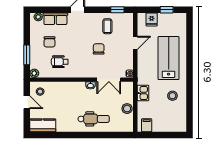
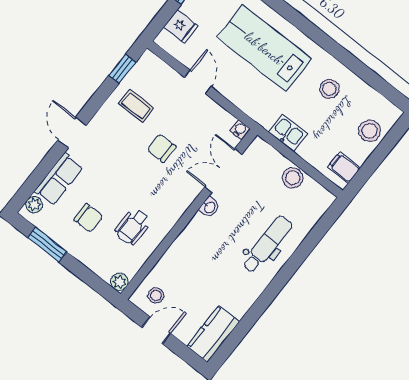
window: (27, 55) -> (47, 245), moved
double door: (109, 80) -> (223, 171), swing flipped
stool: (169, 124) -> (370, 131), added

